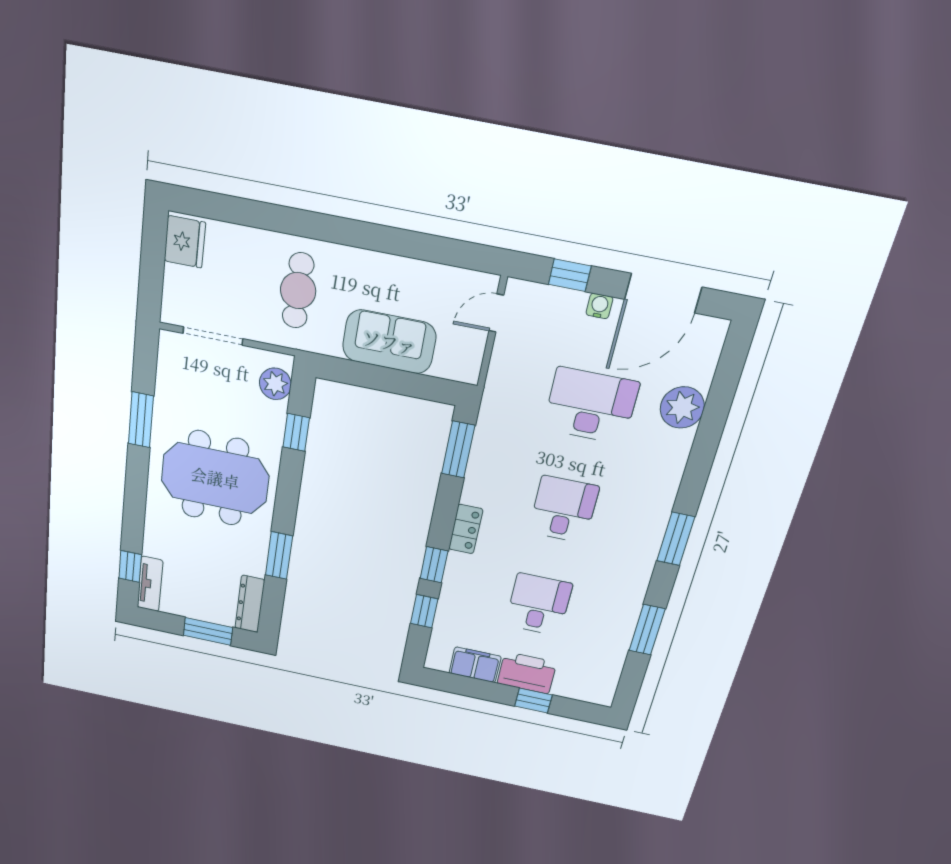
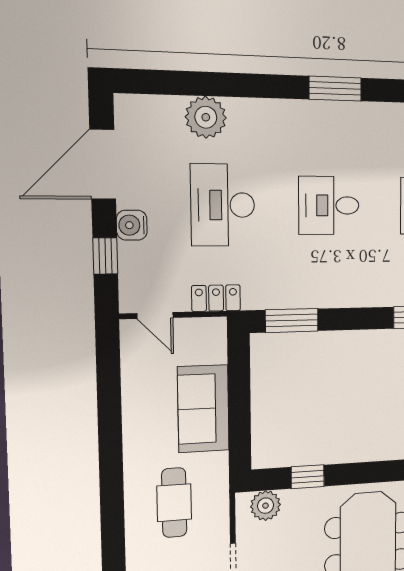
cafe table: (298, 291) -> (174, 503), turned 90
door: (663, 293) -> (103, 164), swing flipped
water cooler: (599, 306) -> (132, 225), width x1.38, depth x1.38
locker: (466, 529) -> (216, 298), moved

